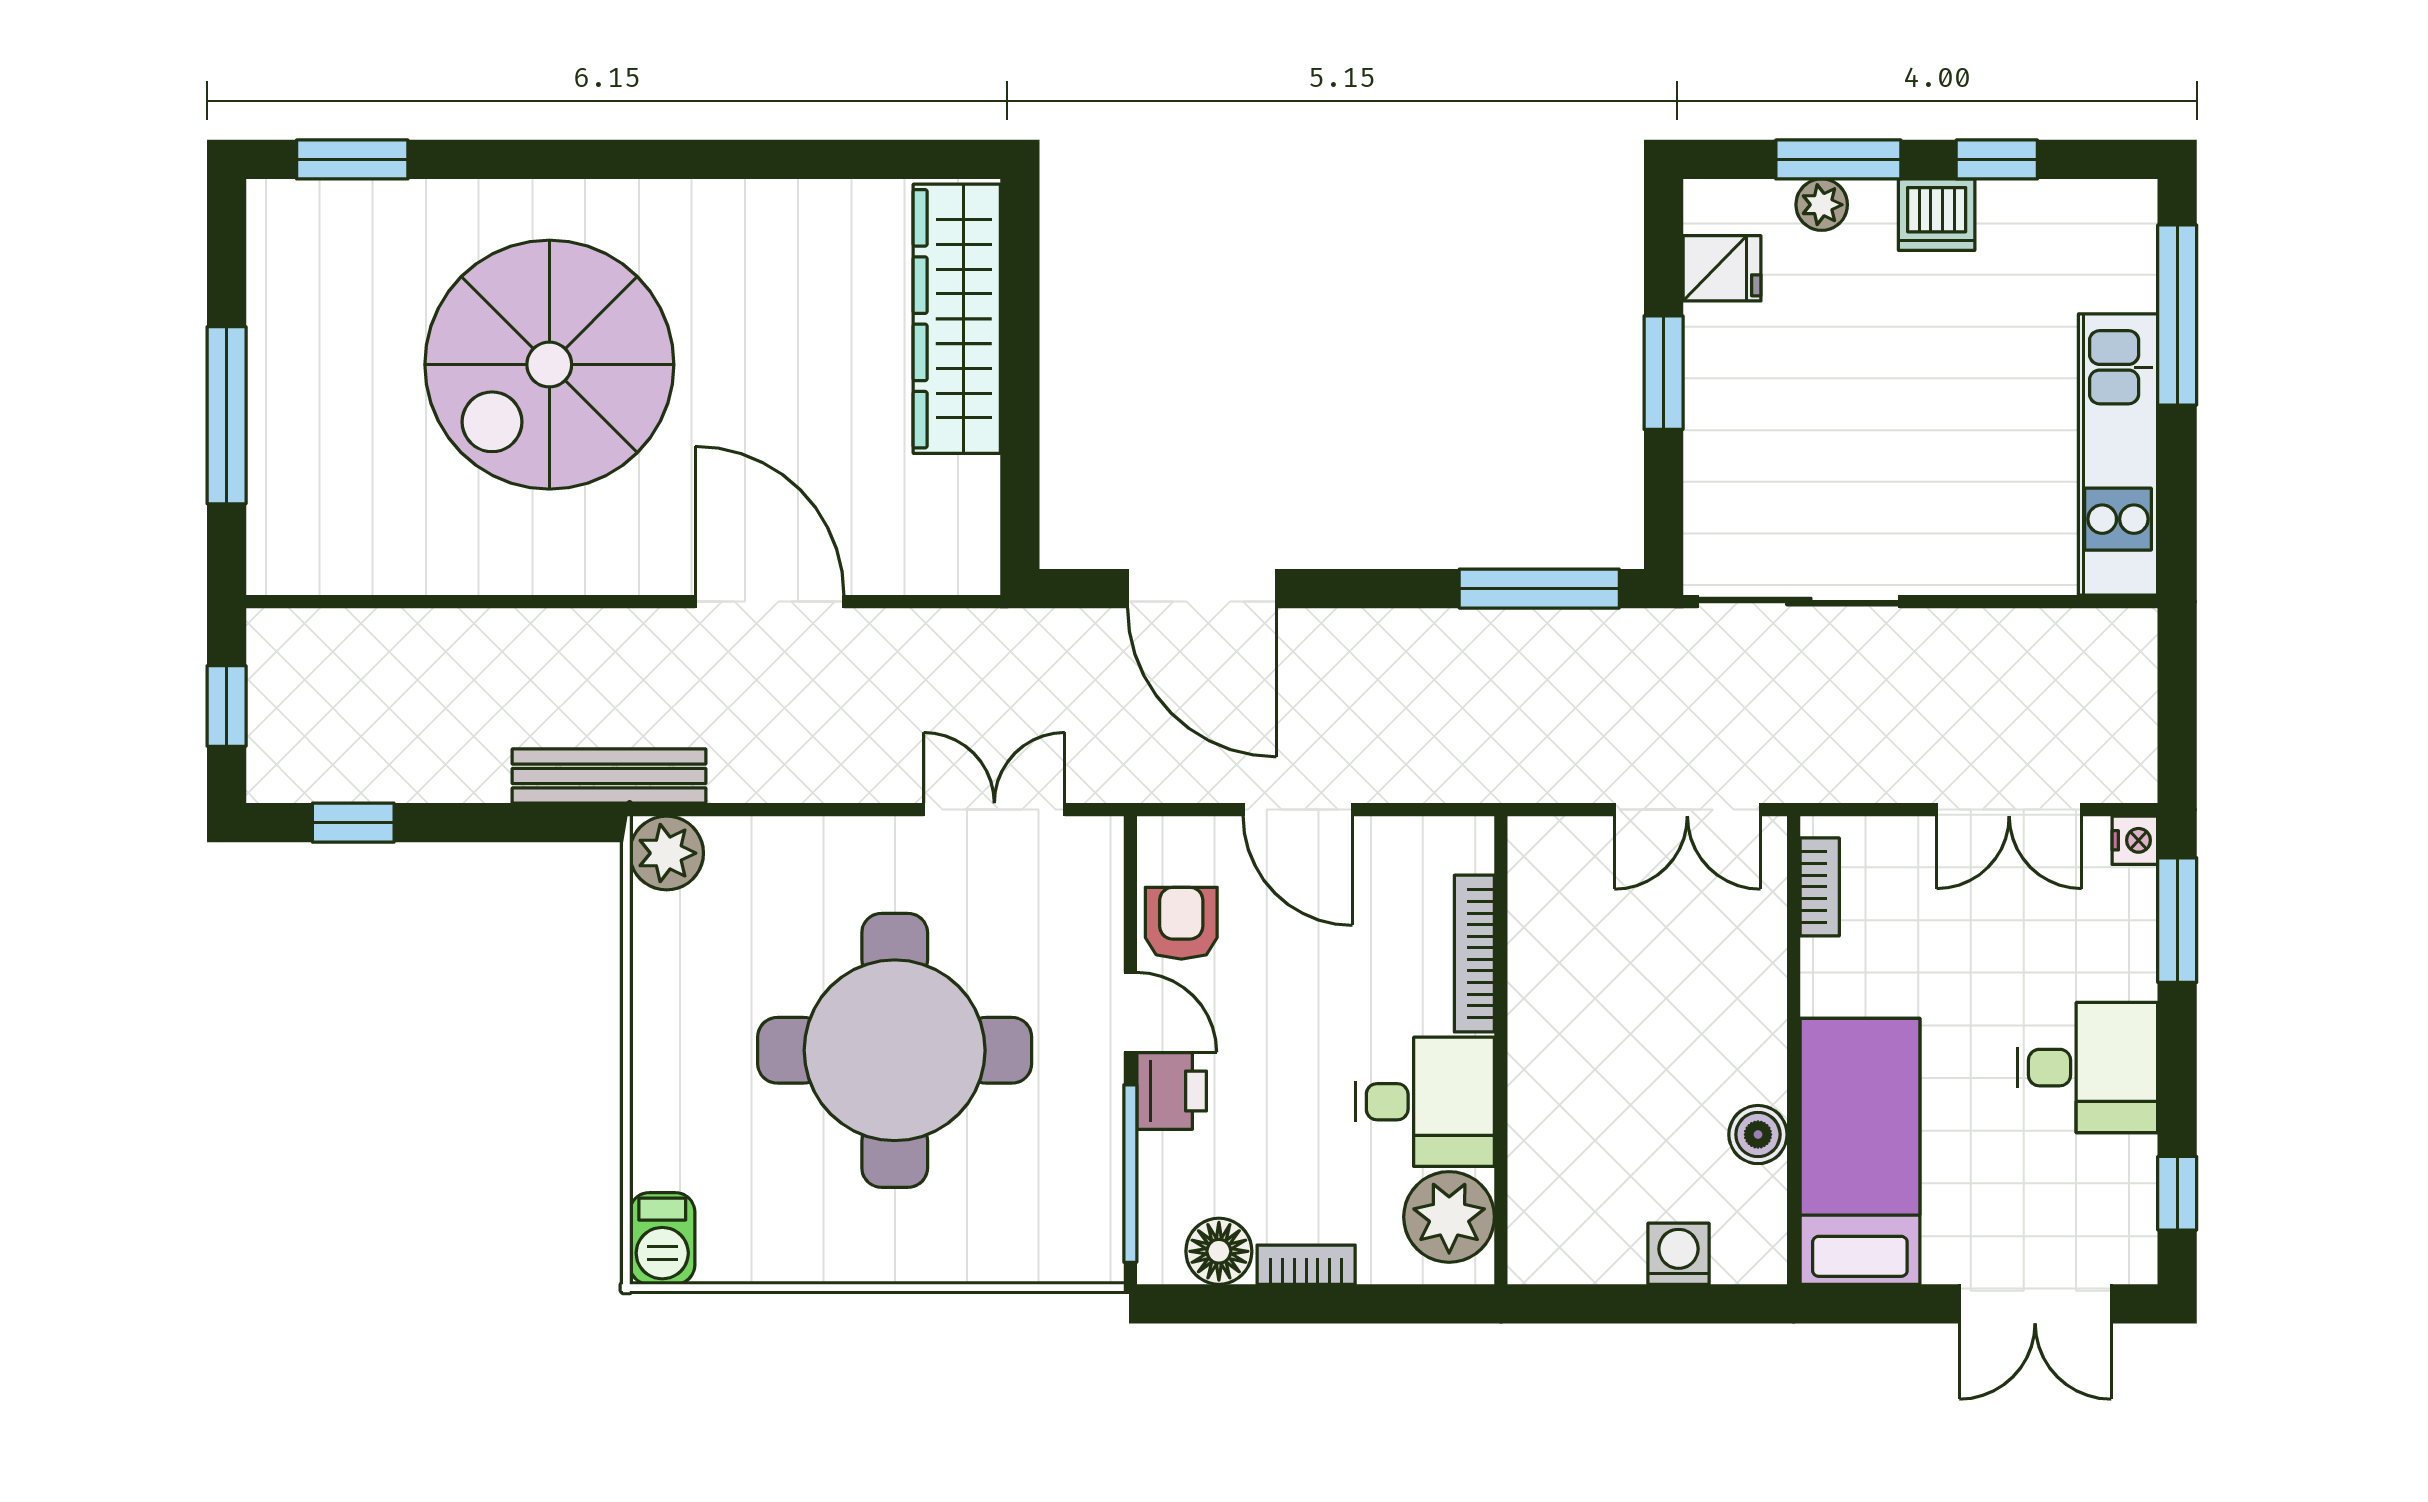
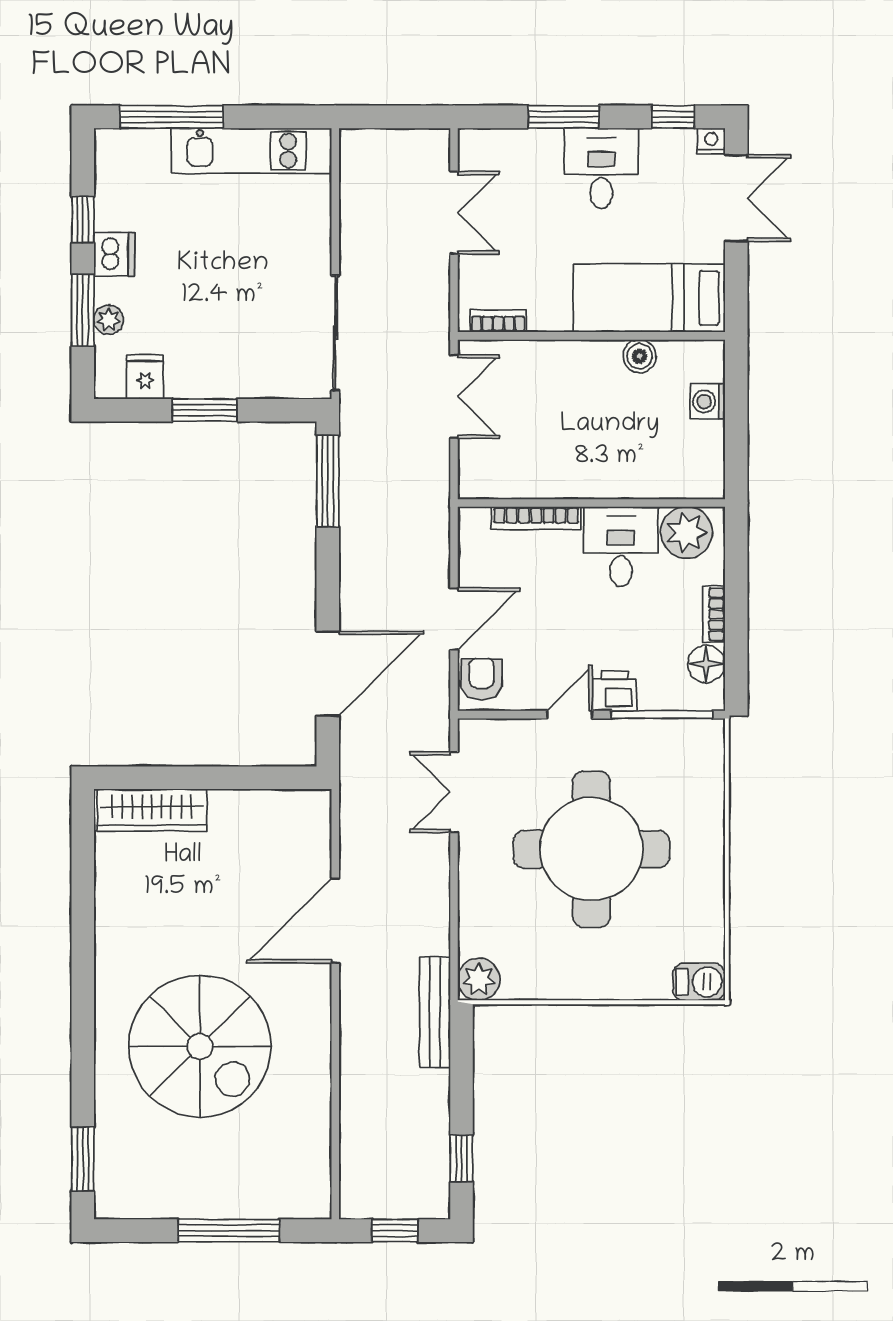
wardrobe: (957, 319) -> (152, 810), width x0.71, depth x0.85
nightstand: (2135, 840) -> (711, 141), moved
window: (2177, 920) -> (564, 117), moved
armchair: (1181, 923) -> (482, 679), moved, turned 90

